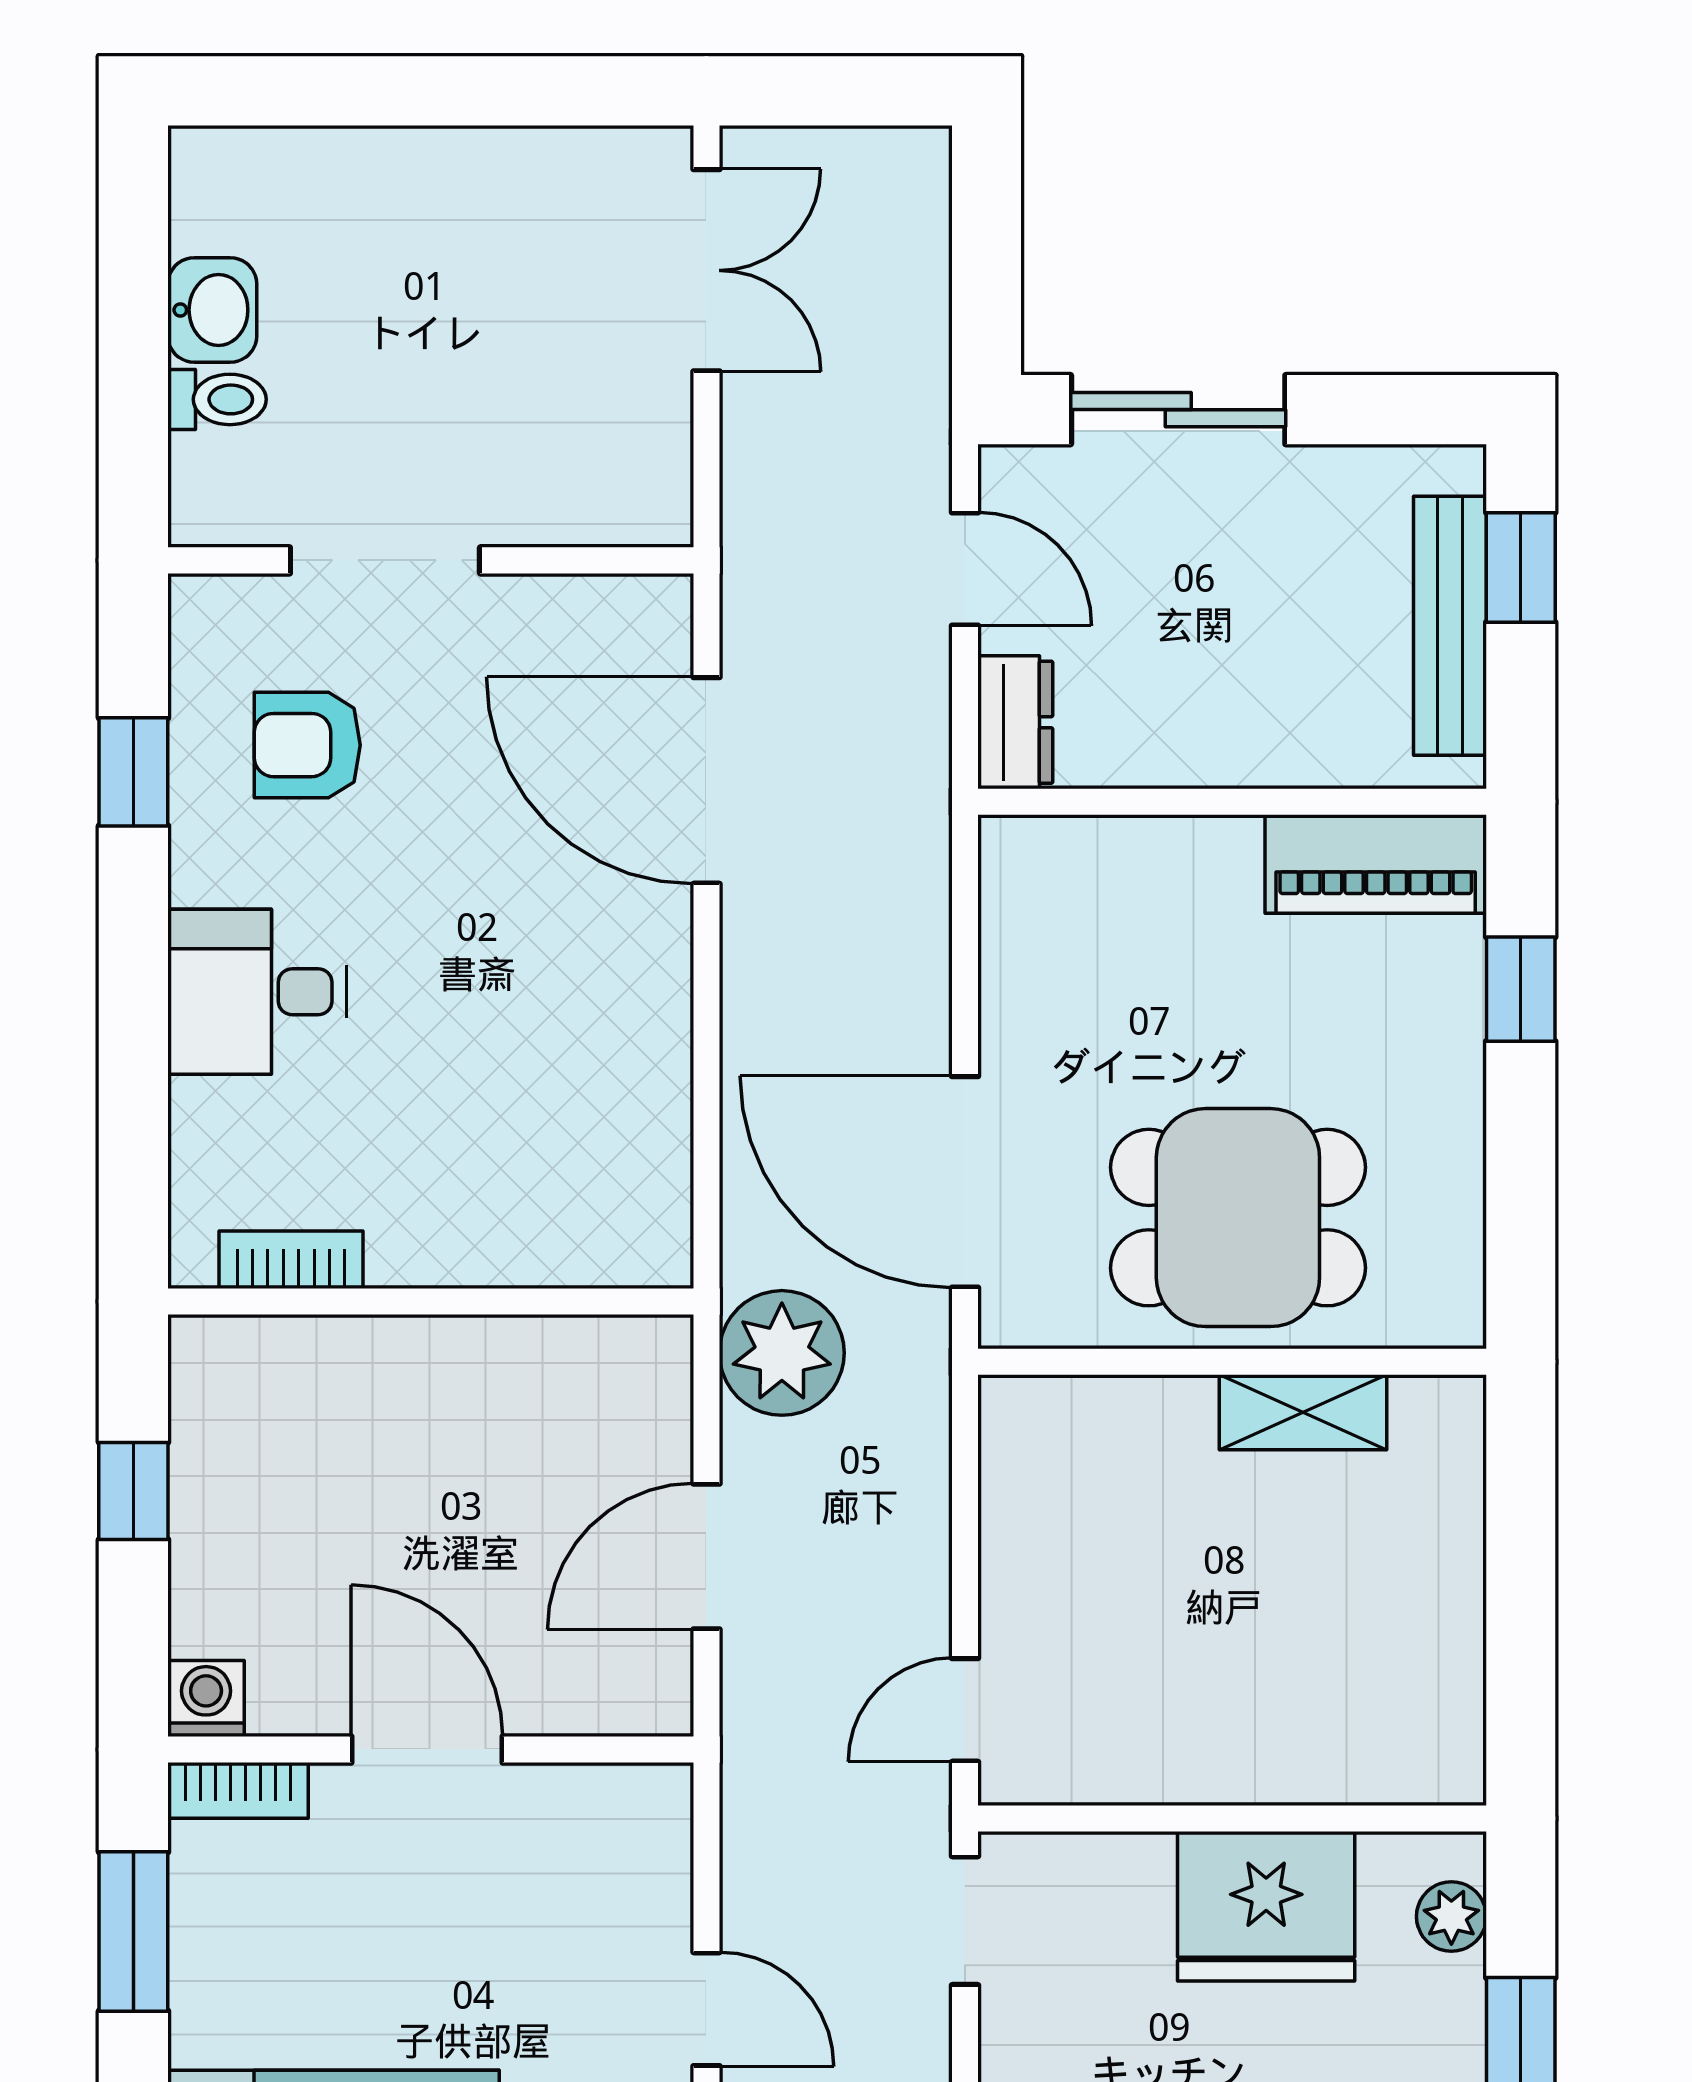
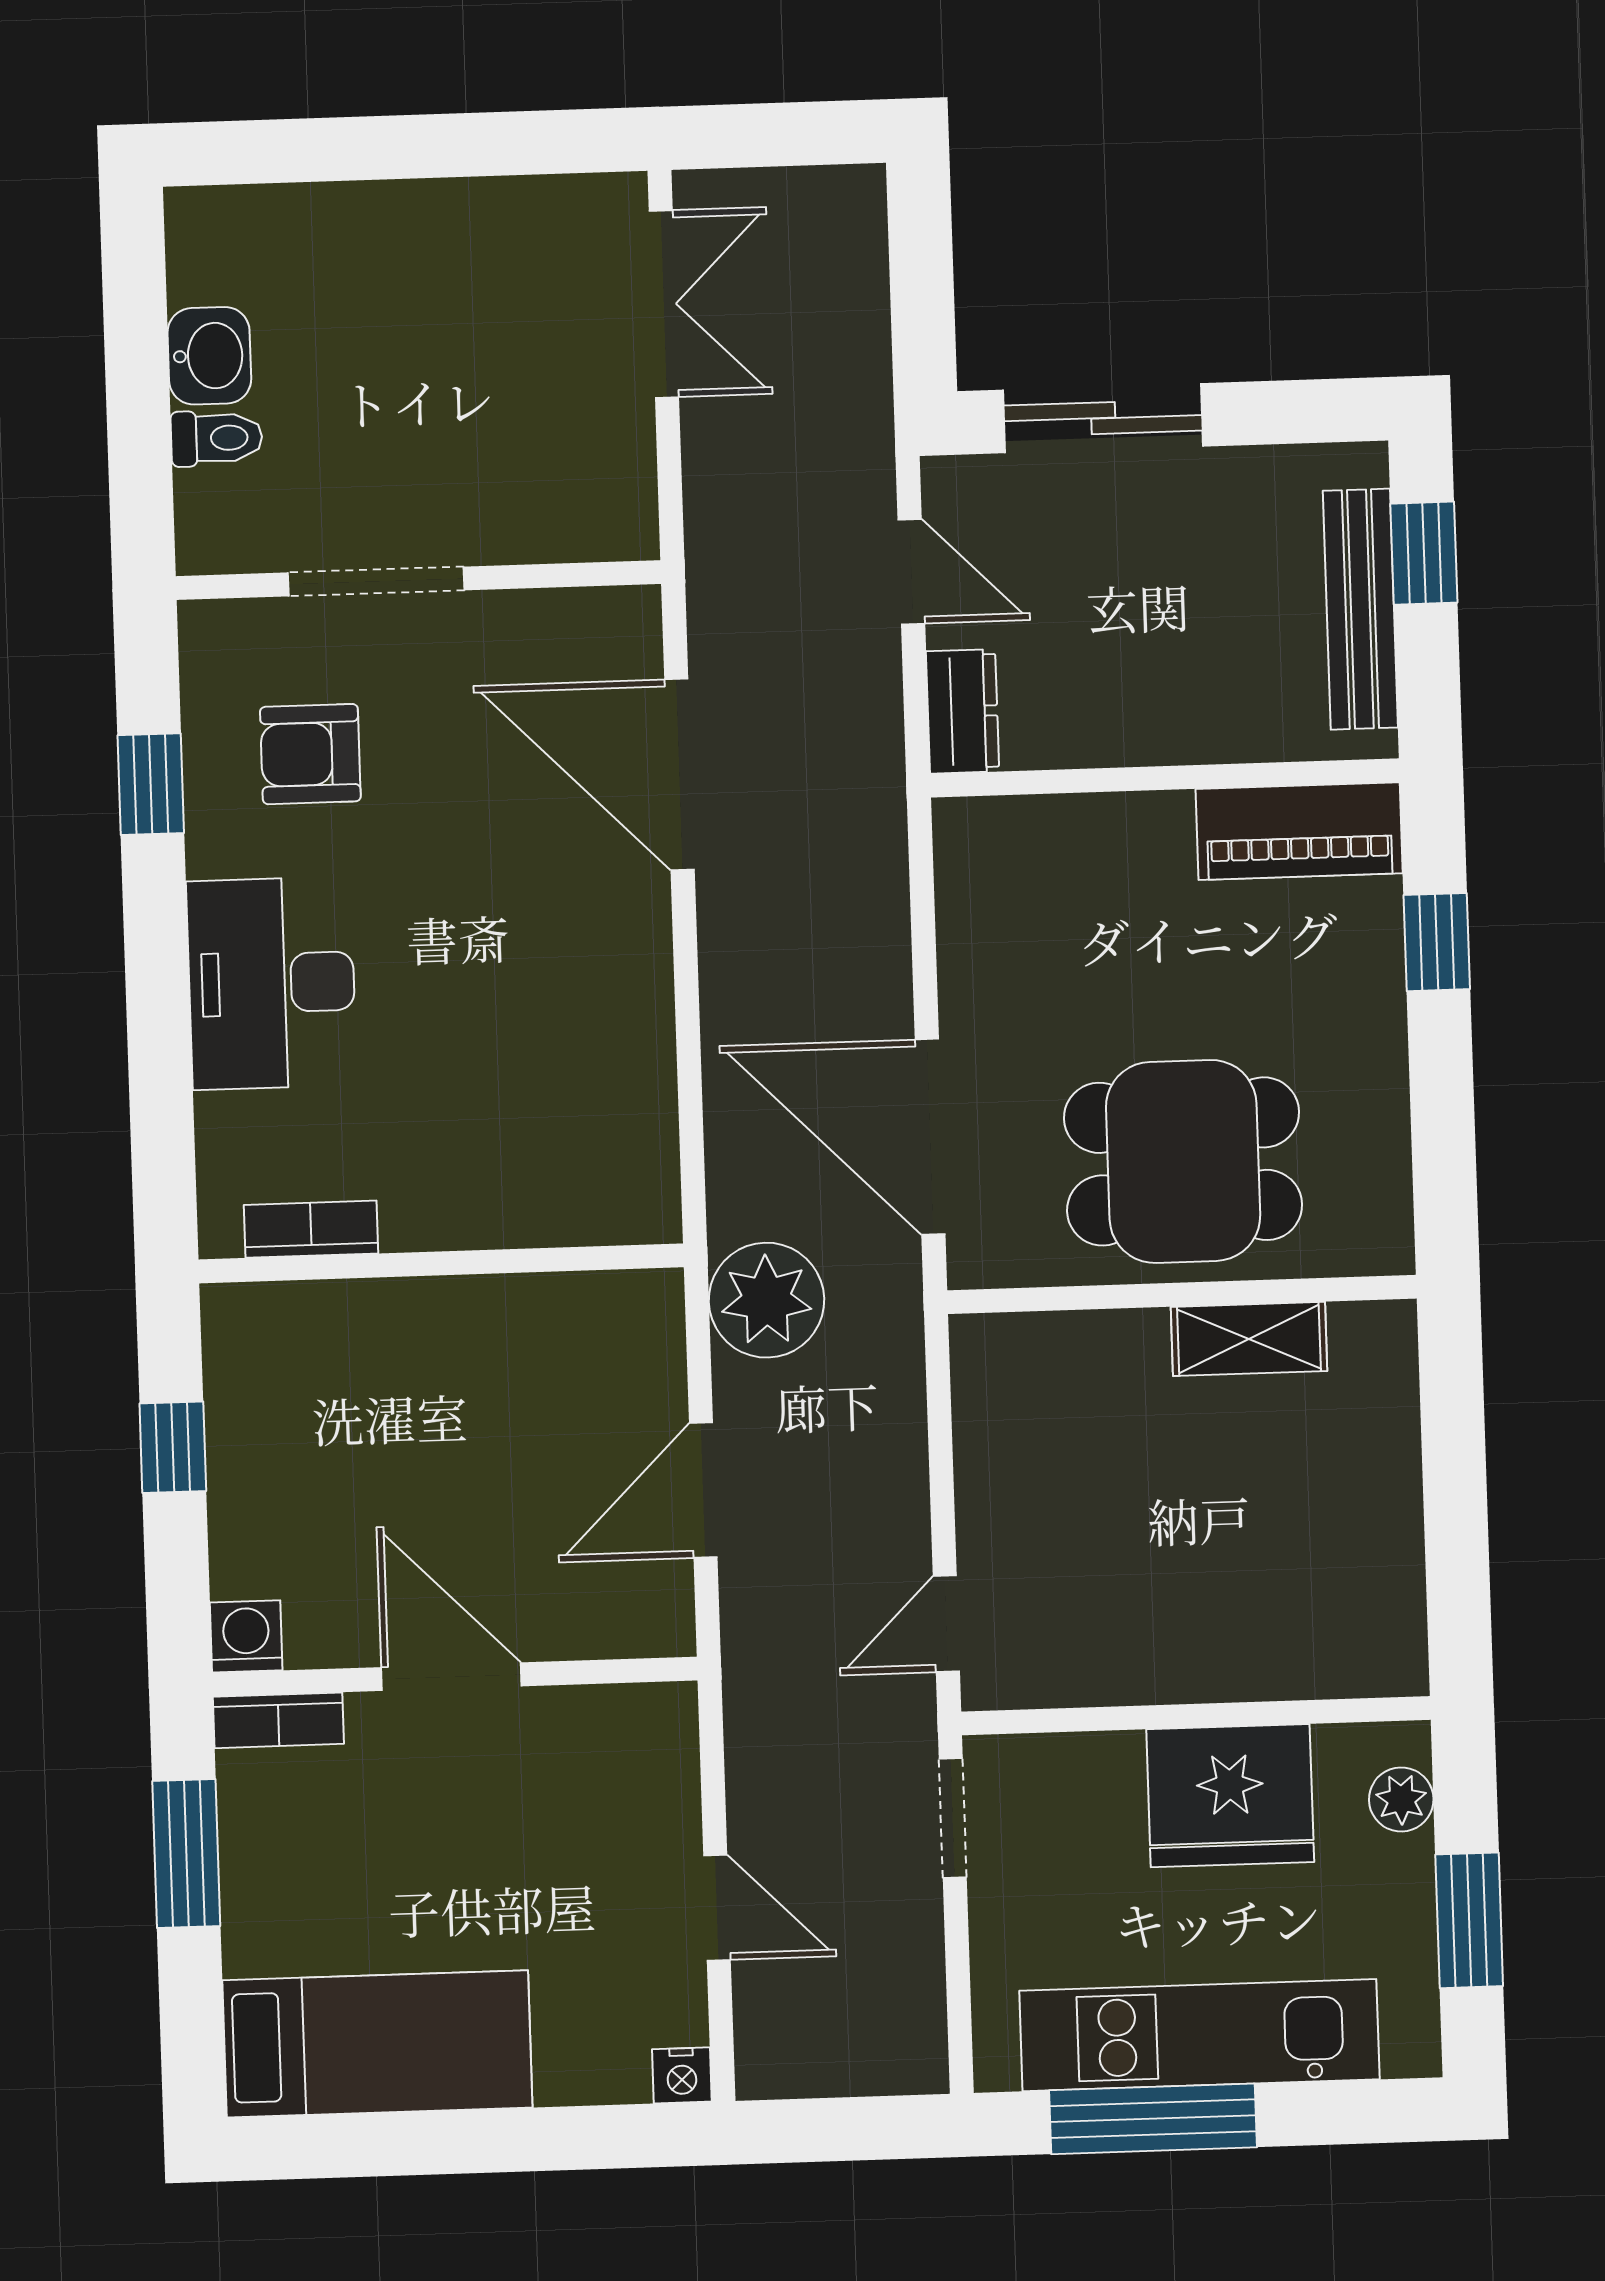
desk: (257, 992) -> (271, 983), width x1.37

